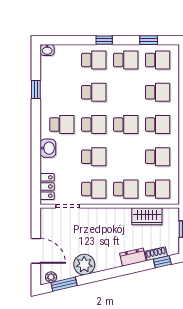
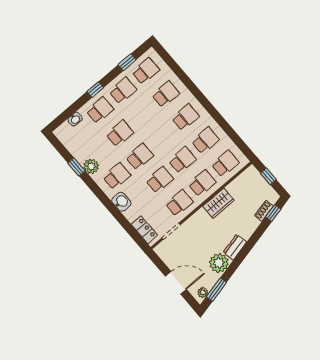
washbasin: (47, 50) -> (75, 119), moved
plant: (48, 99) -> (91, 166), added
school desk: (126, 125) -> (182, 160), moved
wardrobe: (147, 216) -> (218, 203), moved
dresser: (133, 257) -> (235, 247), moved

